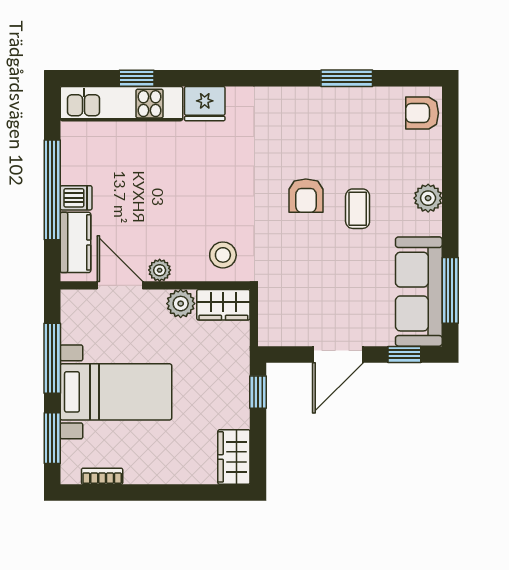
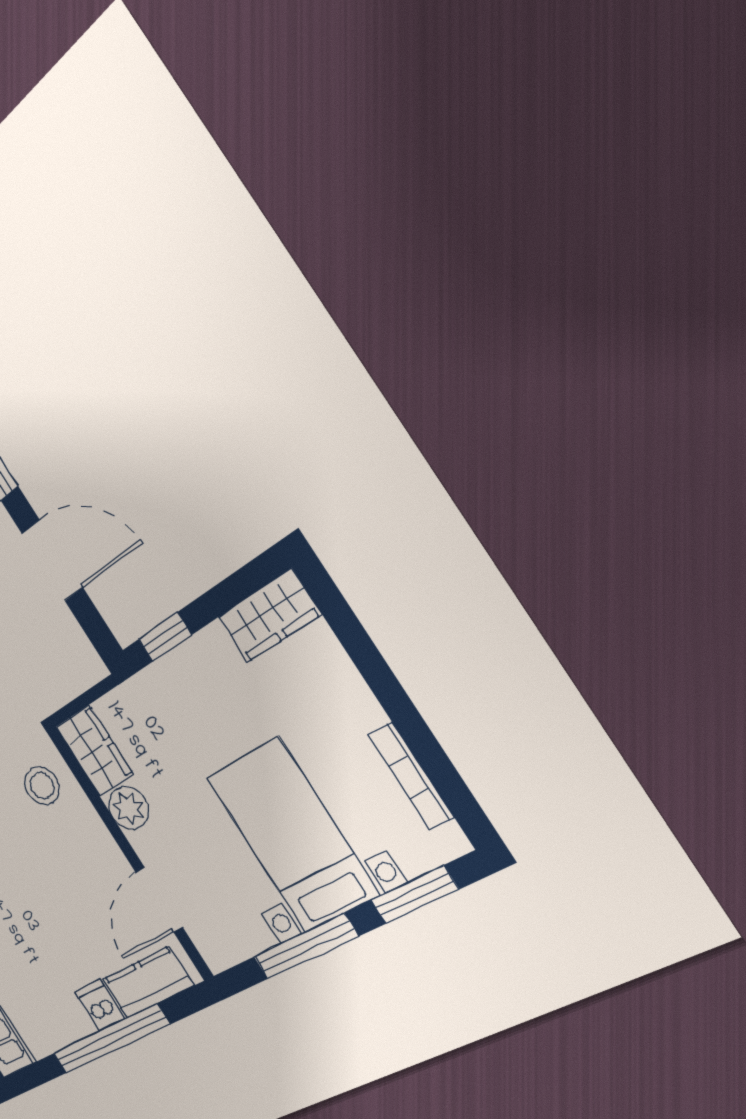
plant: (160, 270) -> (109, 857), removed
bookcase: (102, 476) -> (411, 776), width x1.56

